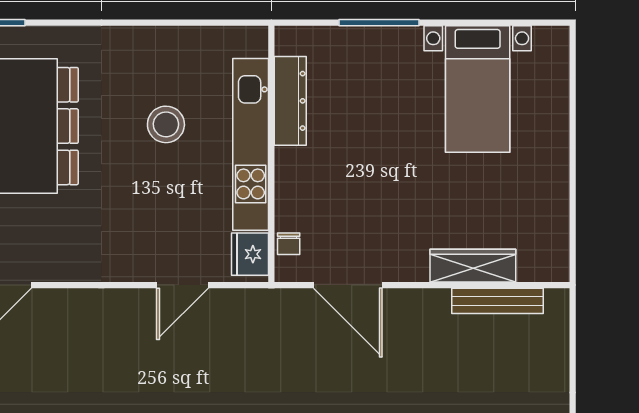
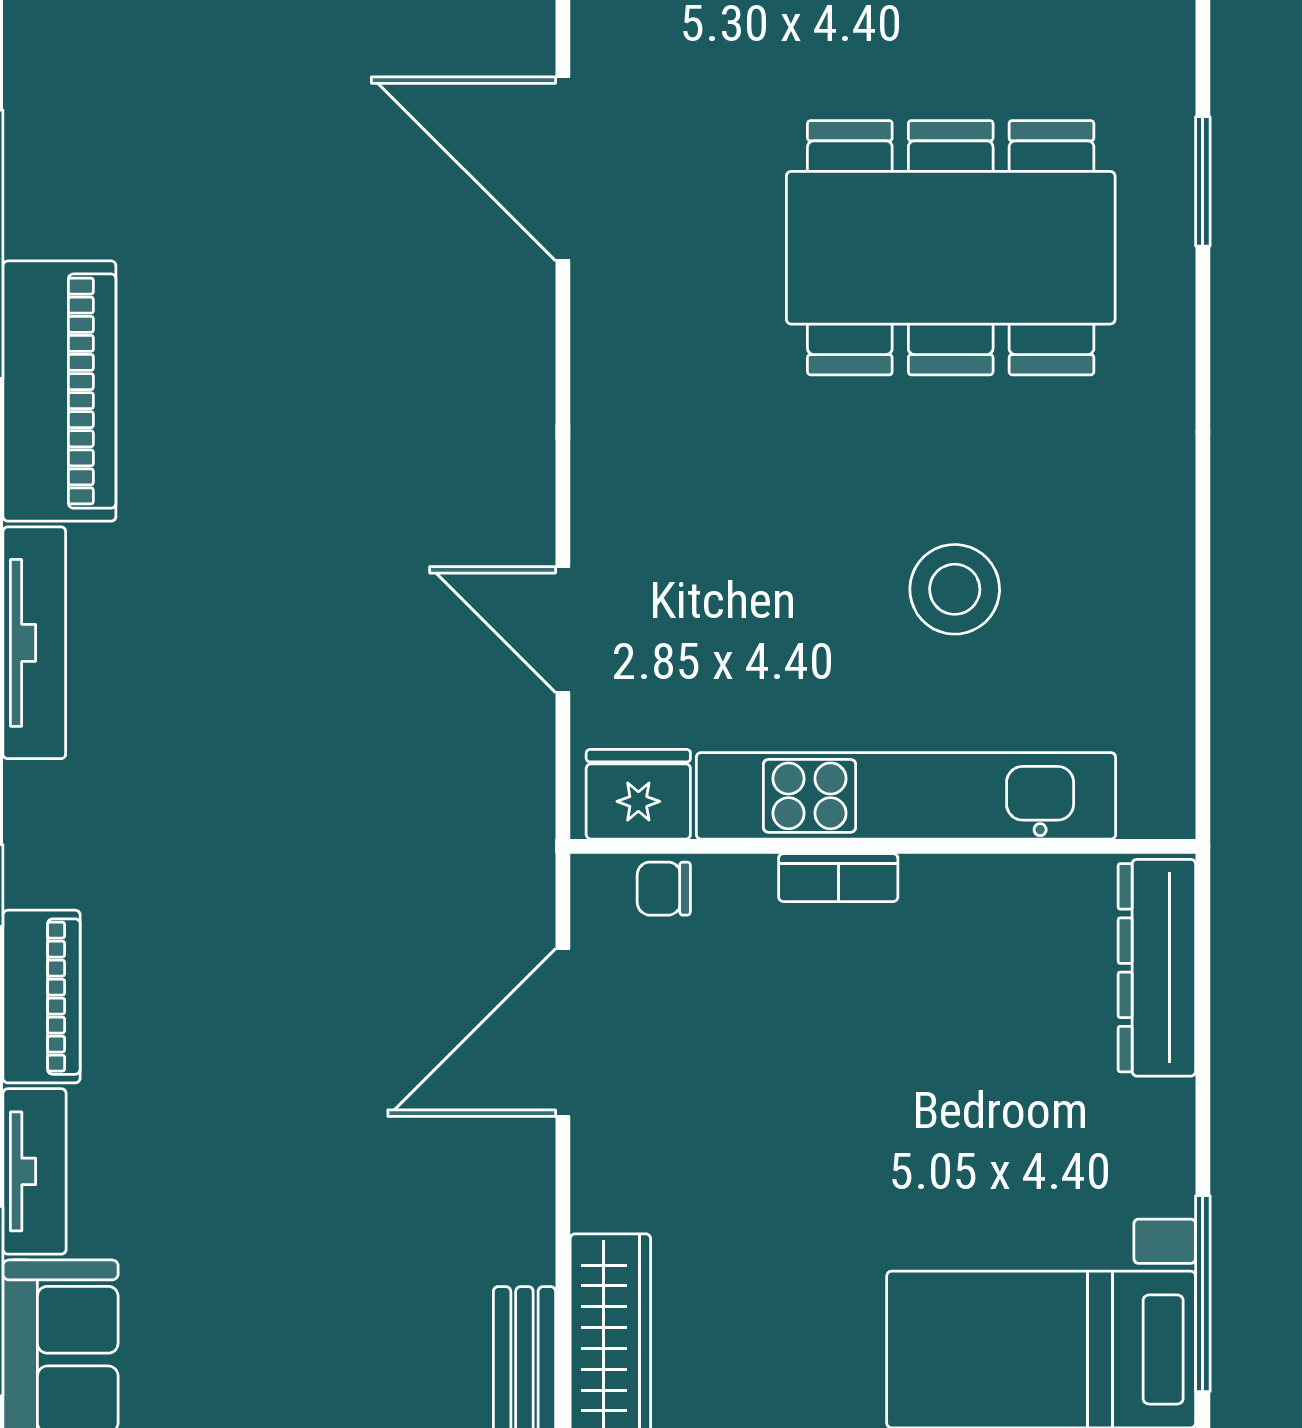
window: (379, 23) -> (1203, 1294), moved
dresser: (290, 101) -> (1157, 968), moved, turned 90
bookcase: (284, 172) -> (838, 878), added

